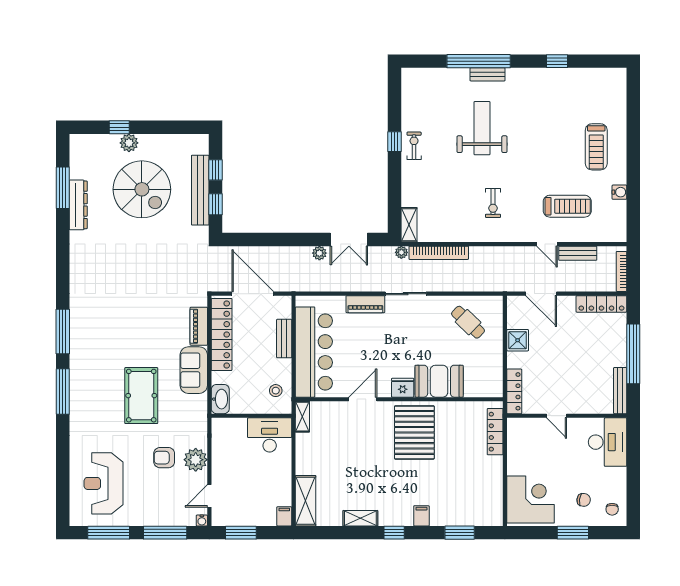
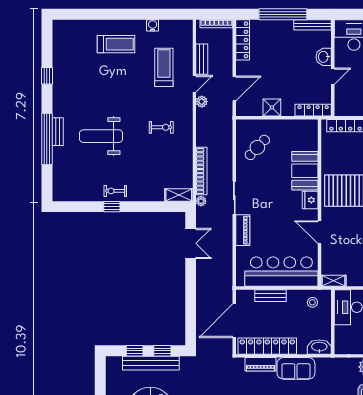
plant: (319, 253) -> (202, 102), moved
washbasin: (580, 404) -> (324, 57), added

